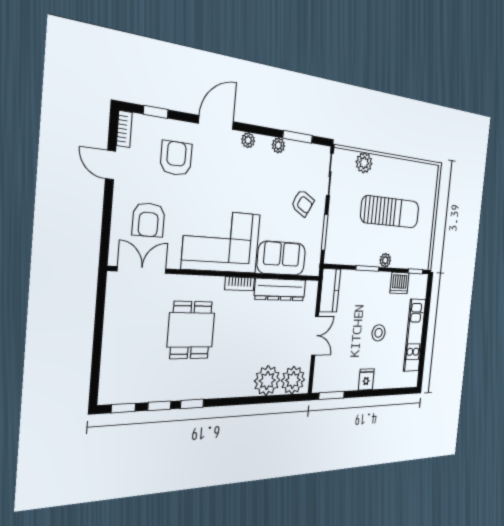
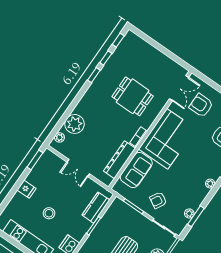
plant: (278, 145) -> (189, 213), moved
plant: (385, 260) -> (90, 242), removed
kitchen counter: (330, 290) -> (96, 208), moved, turned 90
plant: (293, 380) -> (59, 137), width x0.53, depth x0.53

